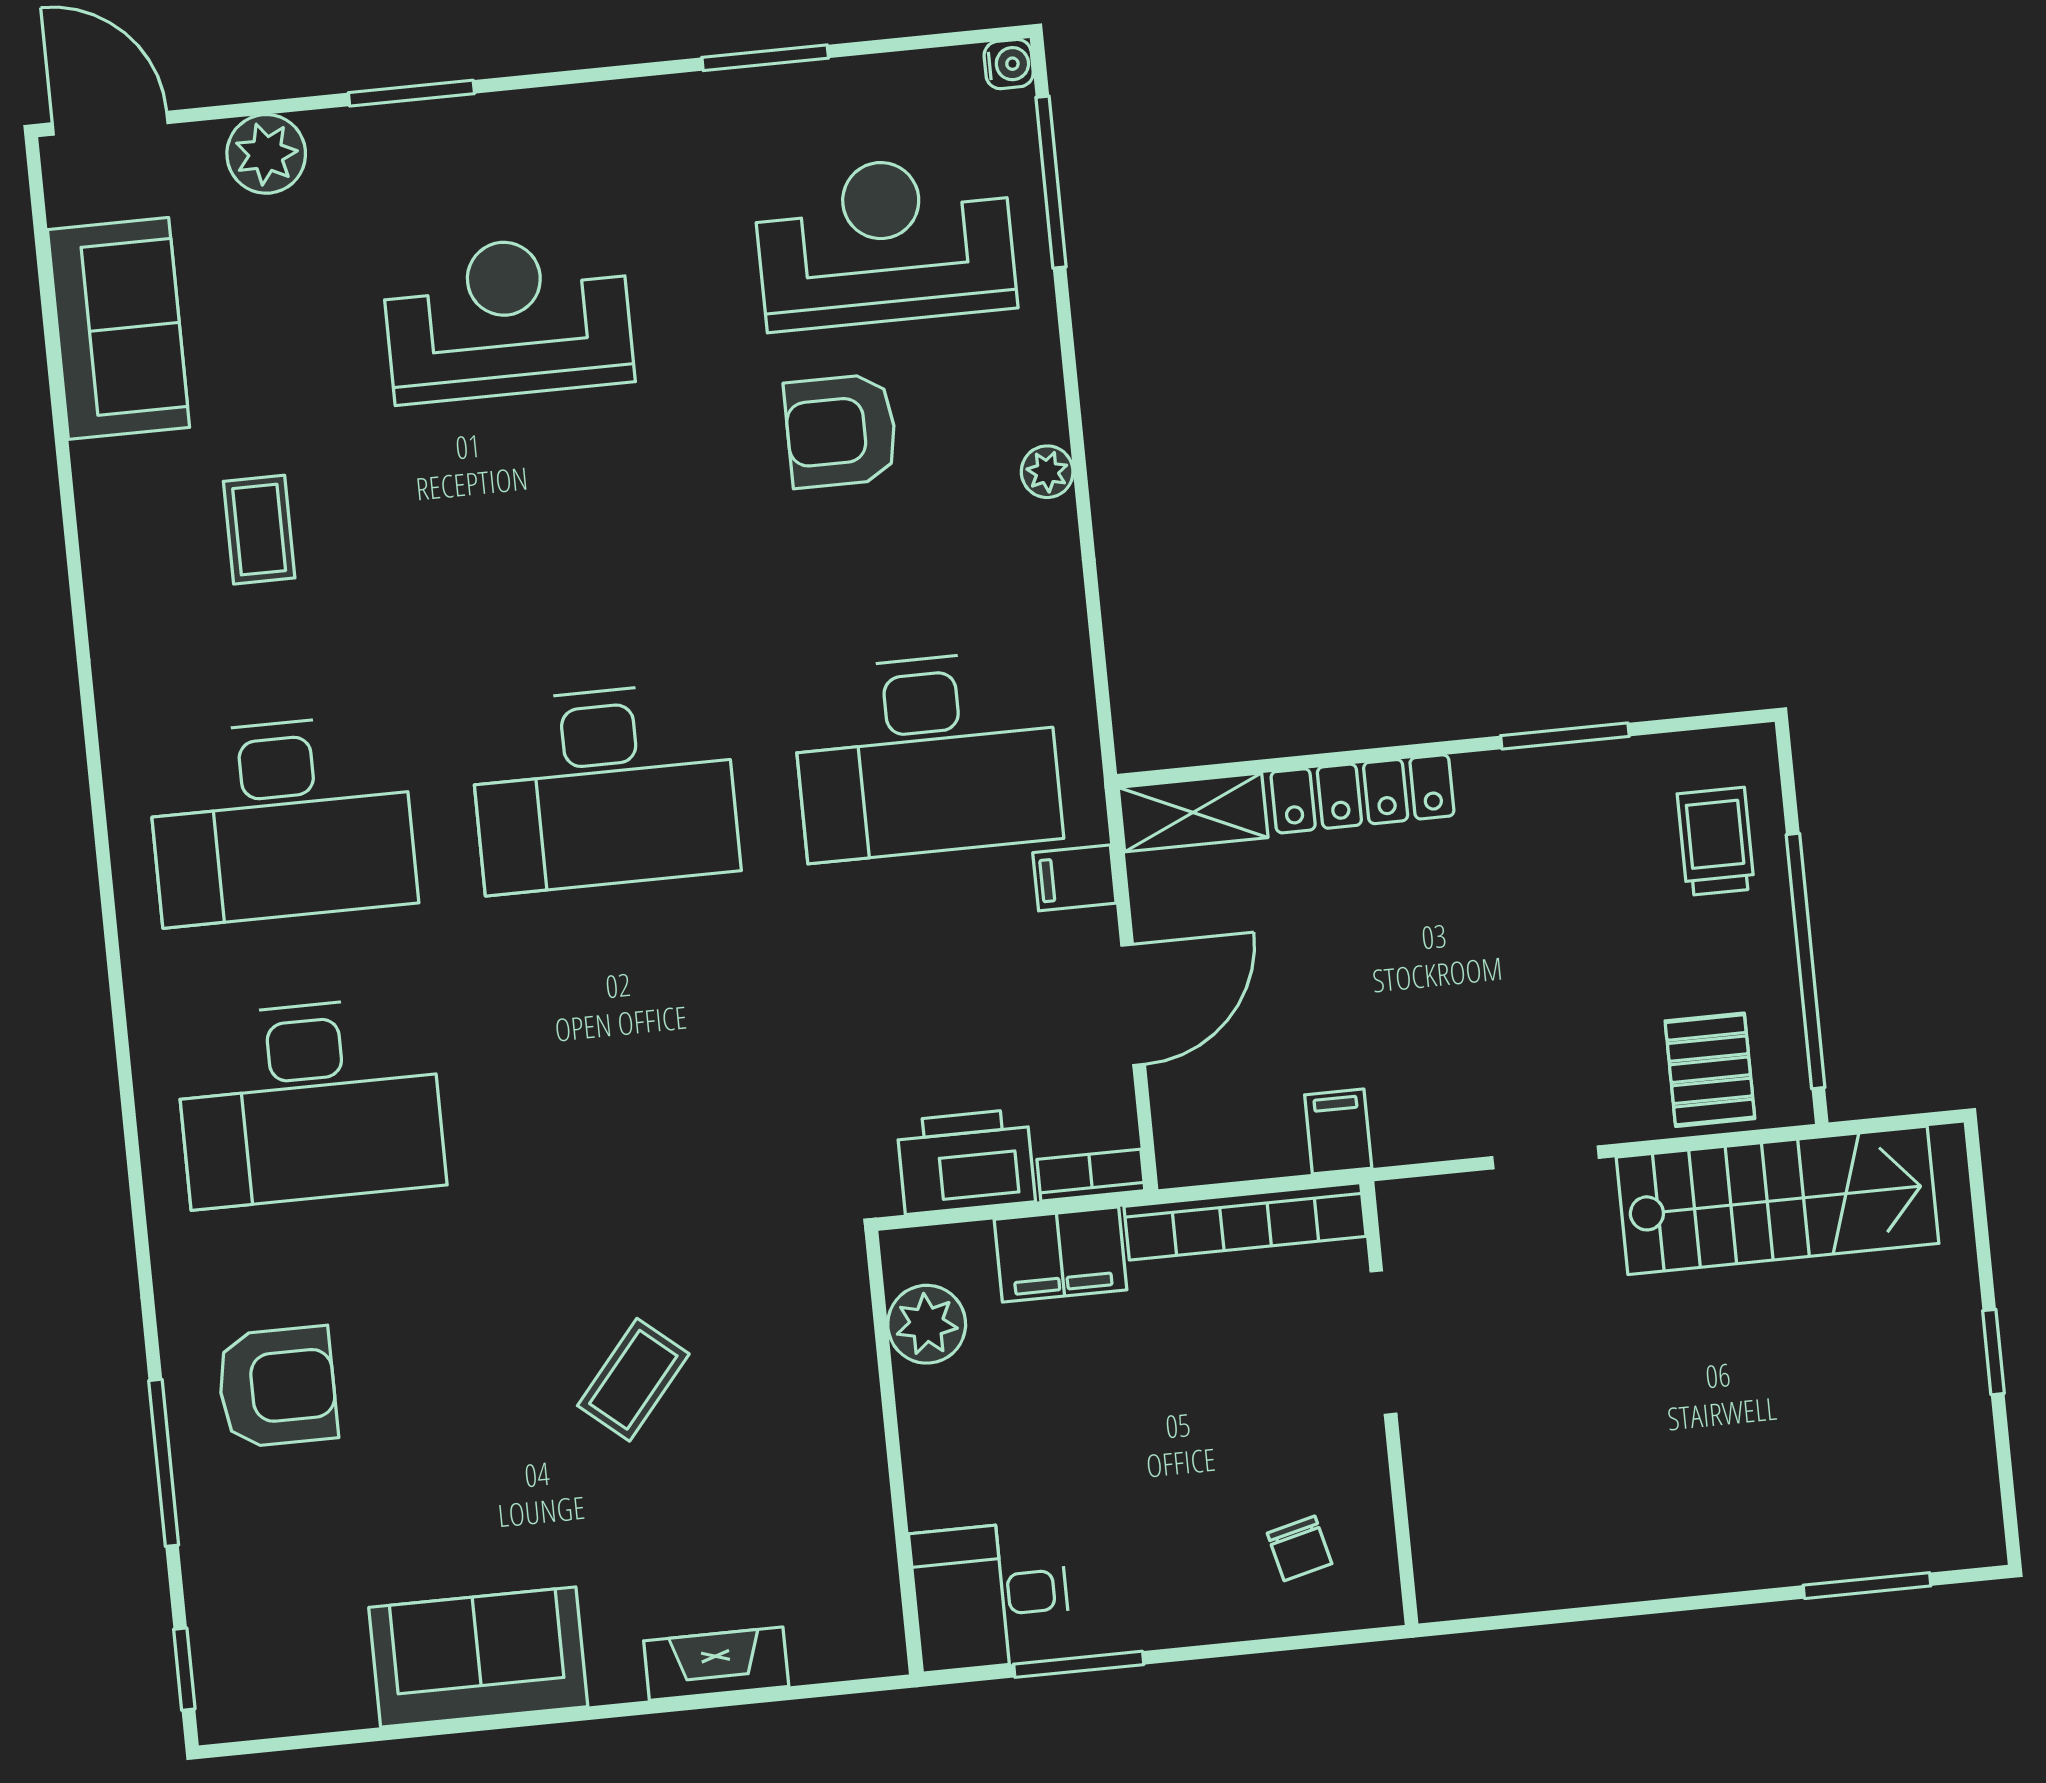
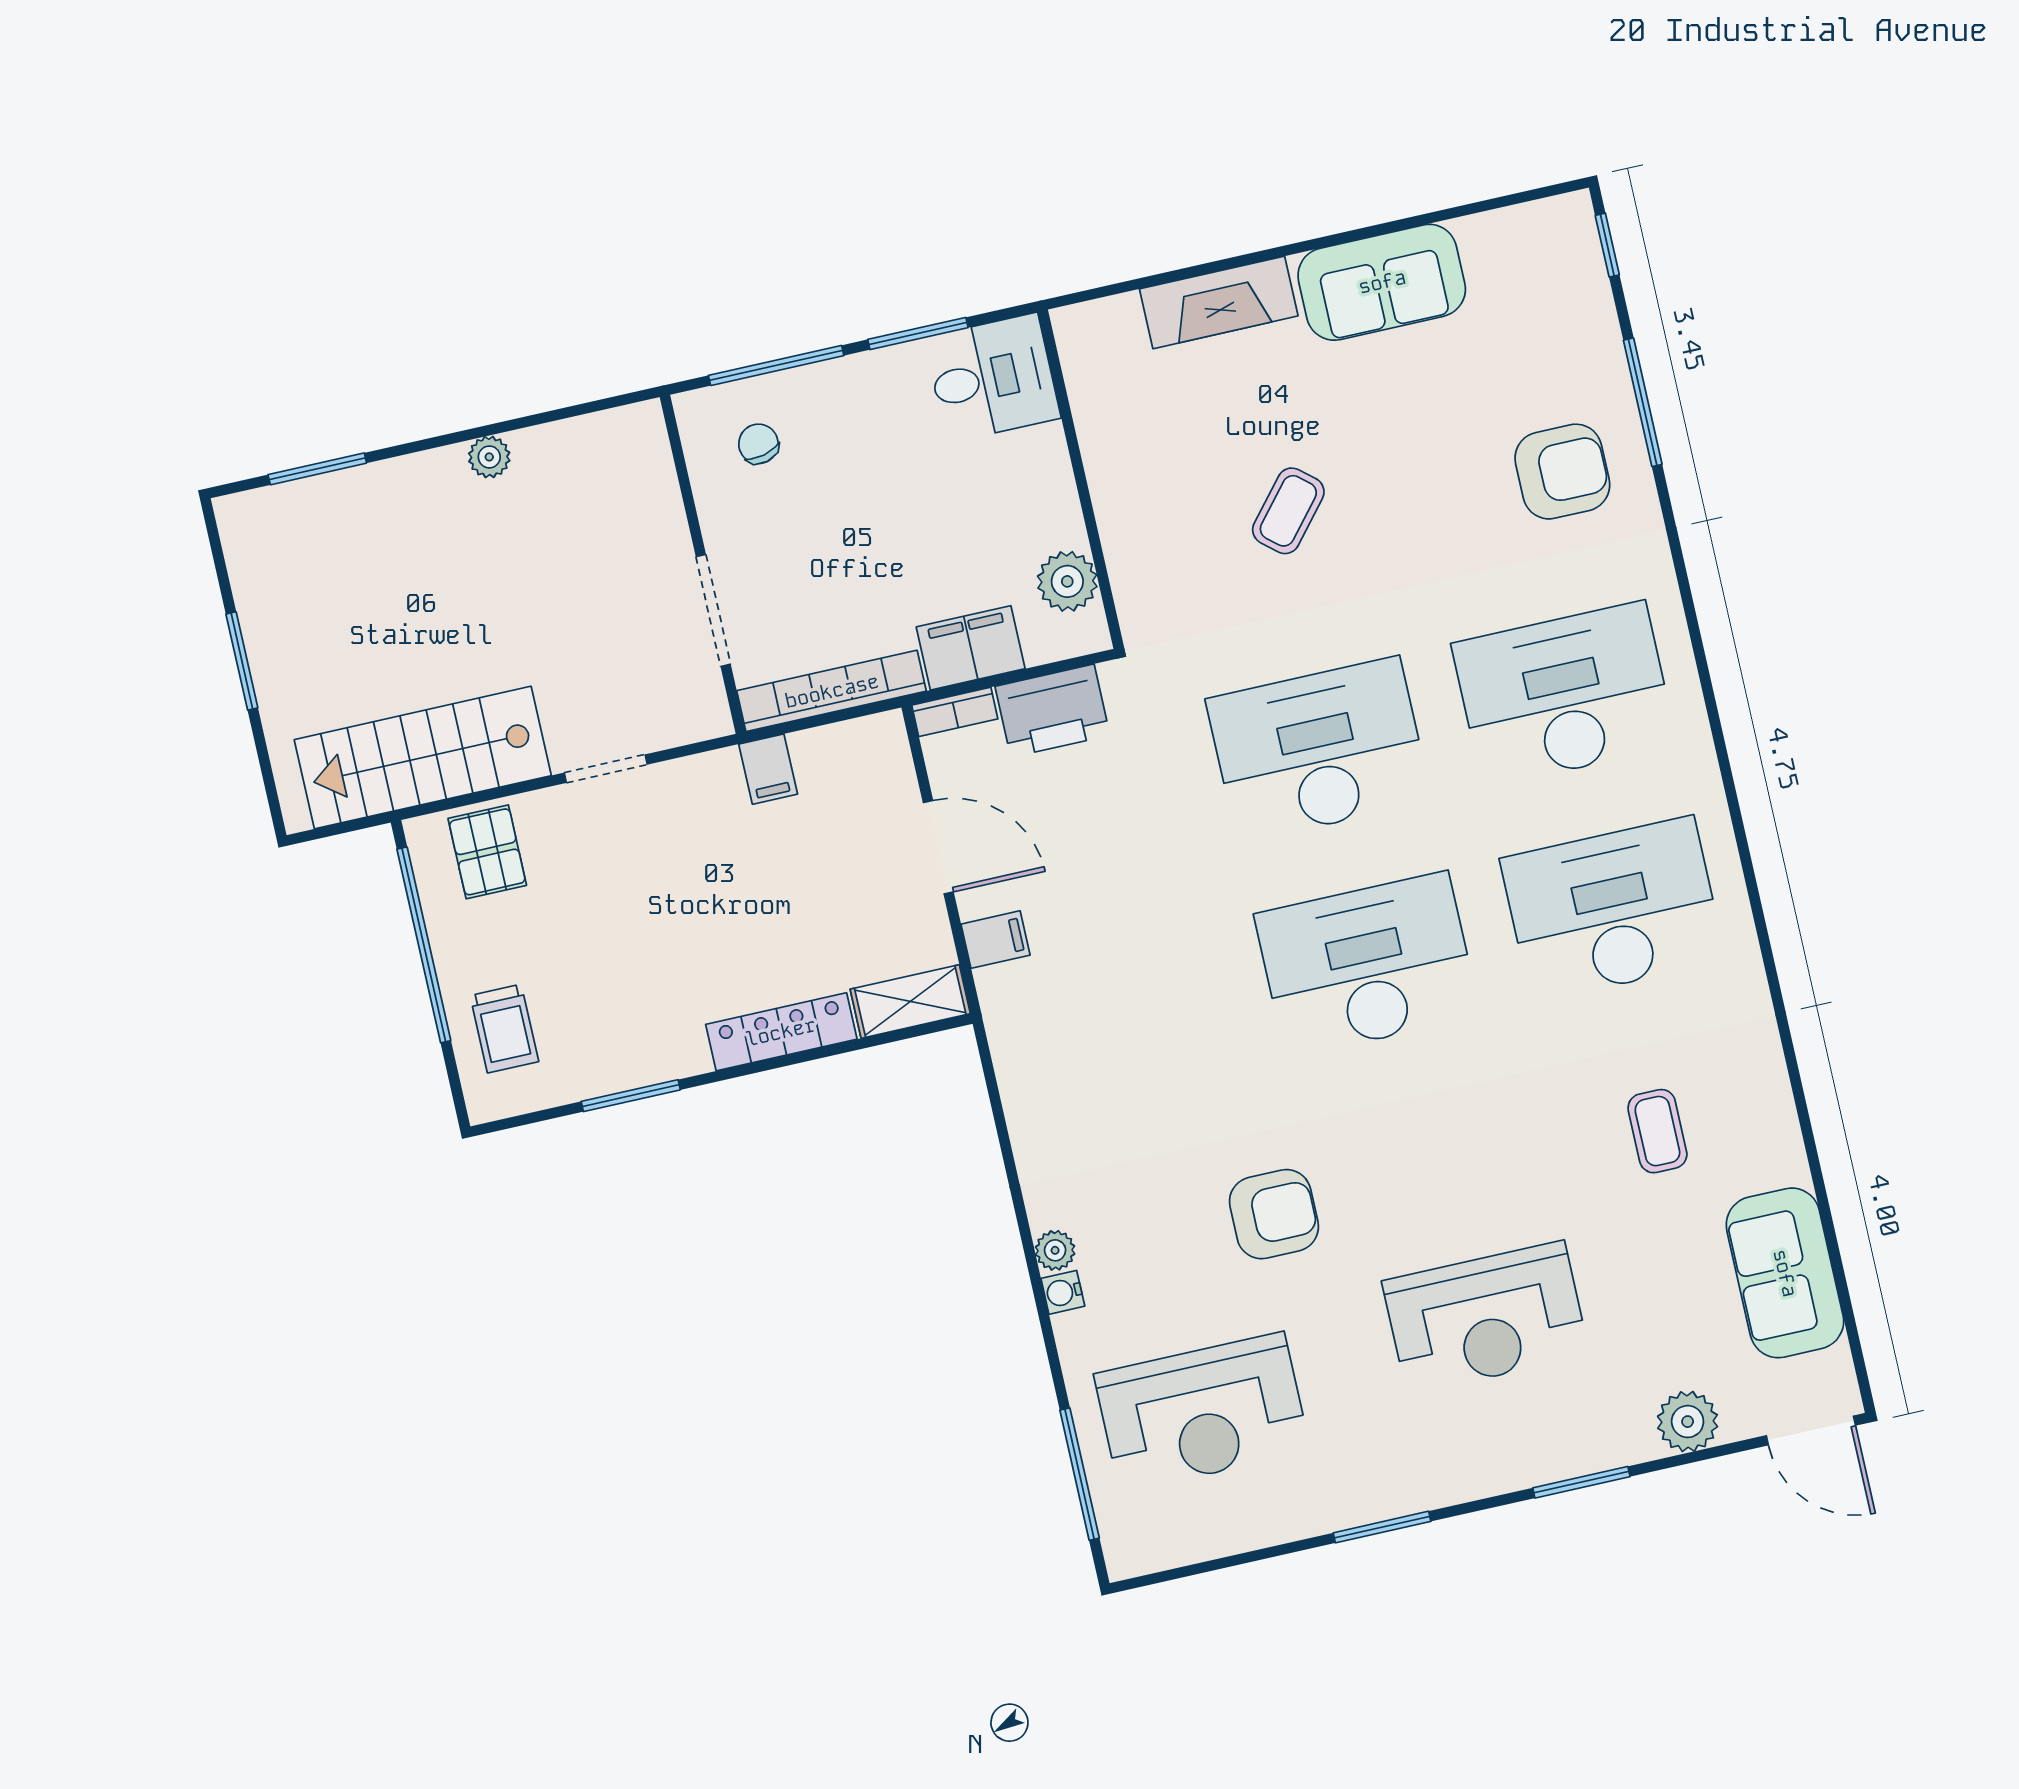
window: (765, 58) -> (1382, 1527), moved
water cooler: (1009, 64) -> (1063, 1292), moved
armchair: (841, 431) -> (1274, 1214), moved
desk: (926, 755) -> (1319, 750), moved
door: (1133, 1005) -> (938, 847), swing flipped
window: (1993, 1352) -> (242, 661), width x1.50
armchair: (277, 1387) -> (1562, 472), turned 180
plant: (1645, 1574) -> (489, 457), added
window: (1265, 1646) -> (776, 365), added
fireplace: (716, 1664) -> (1219, 302), width x1.37, depth x1.32

